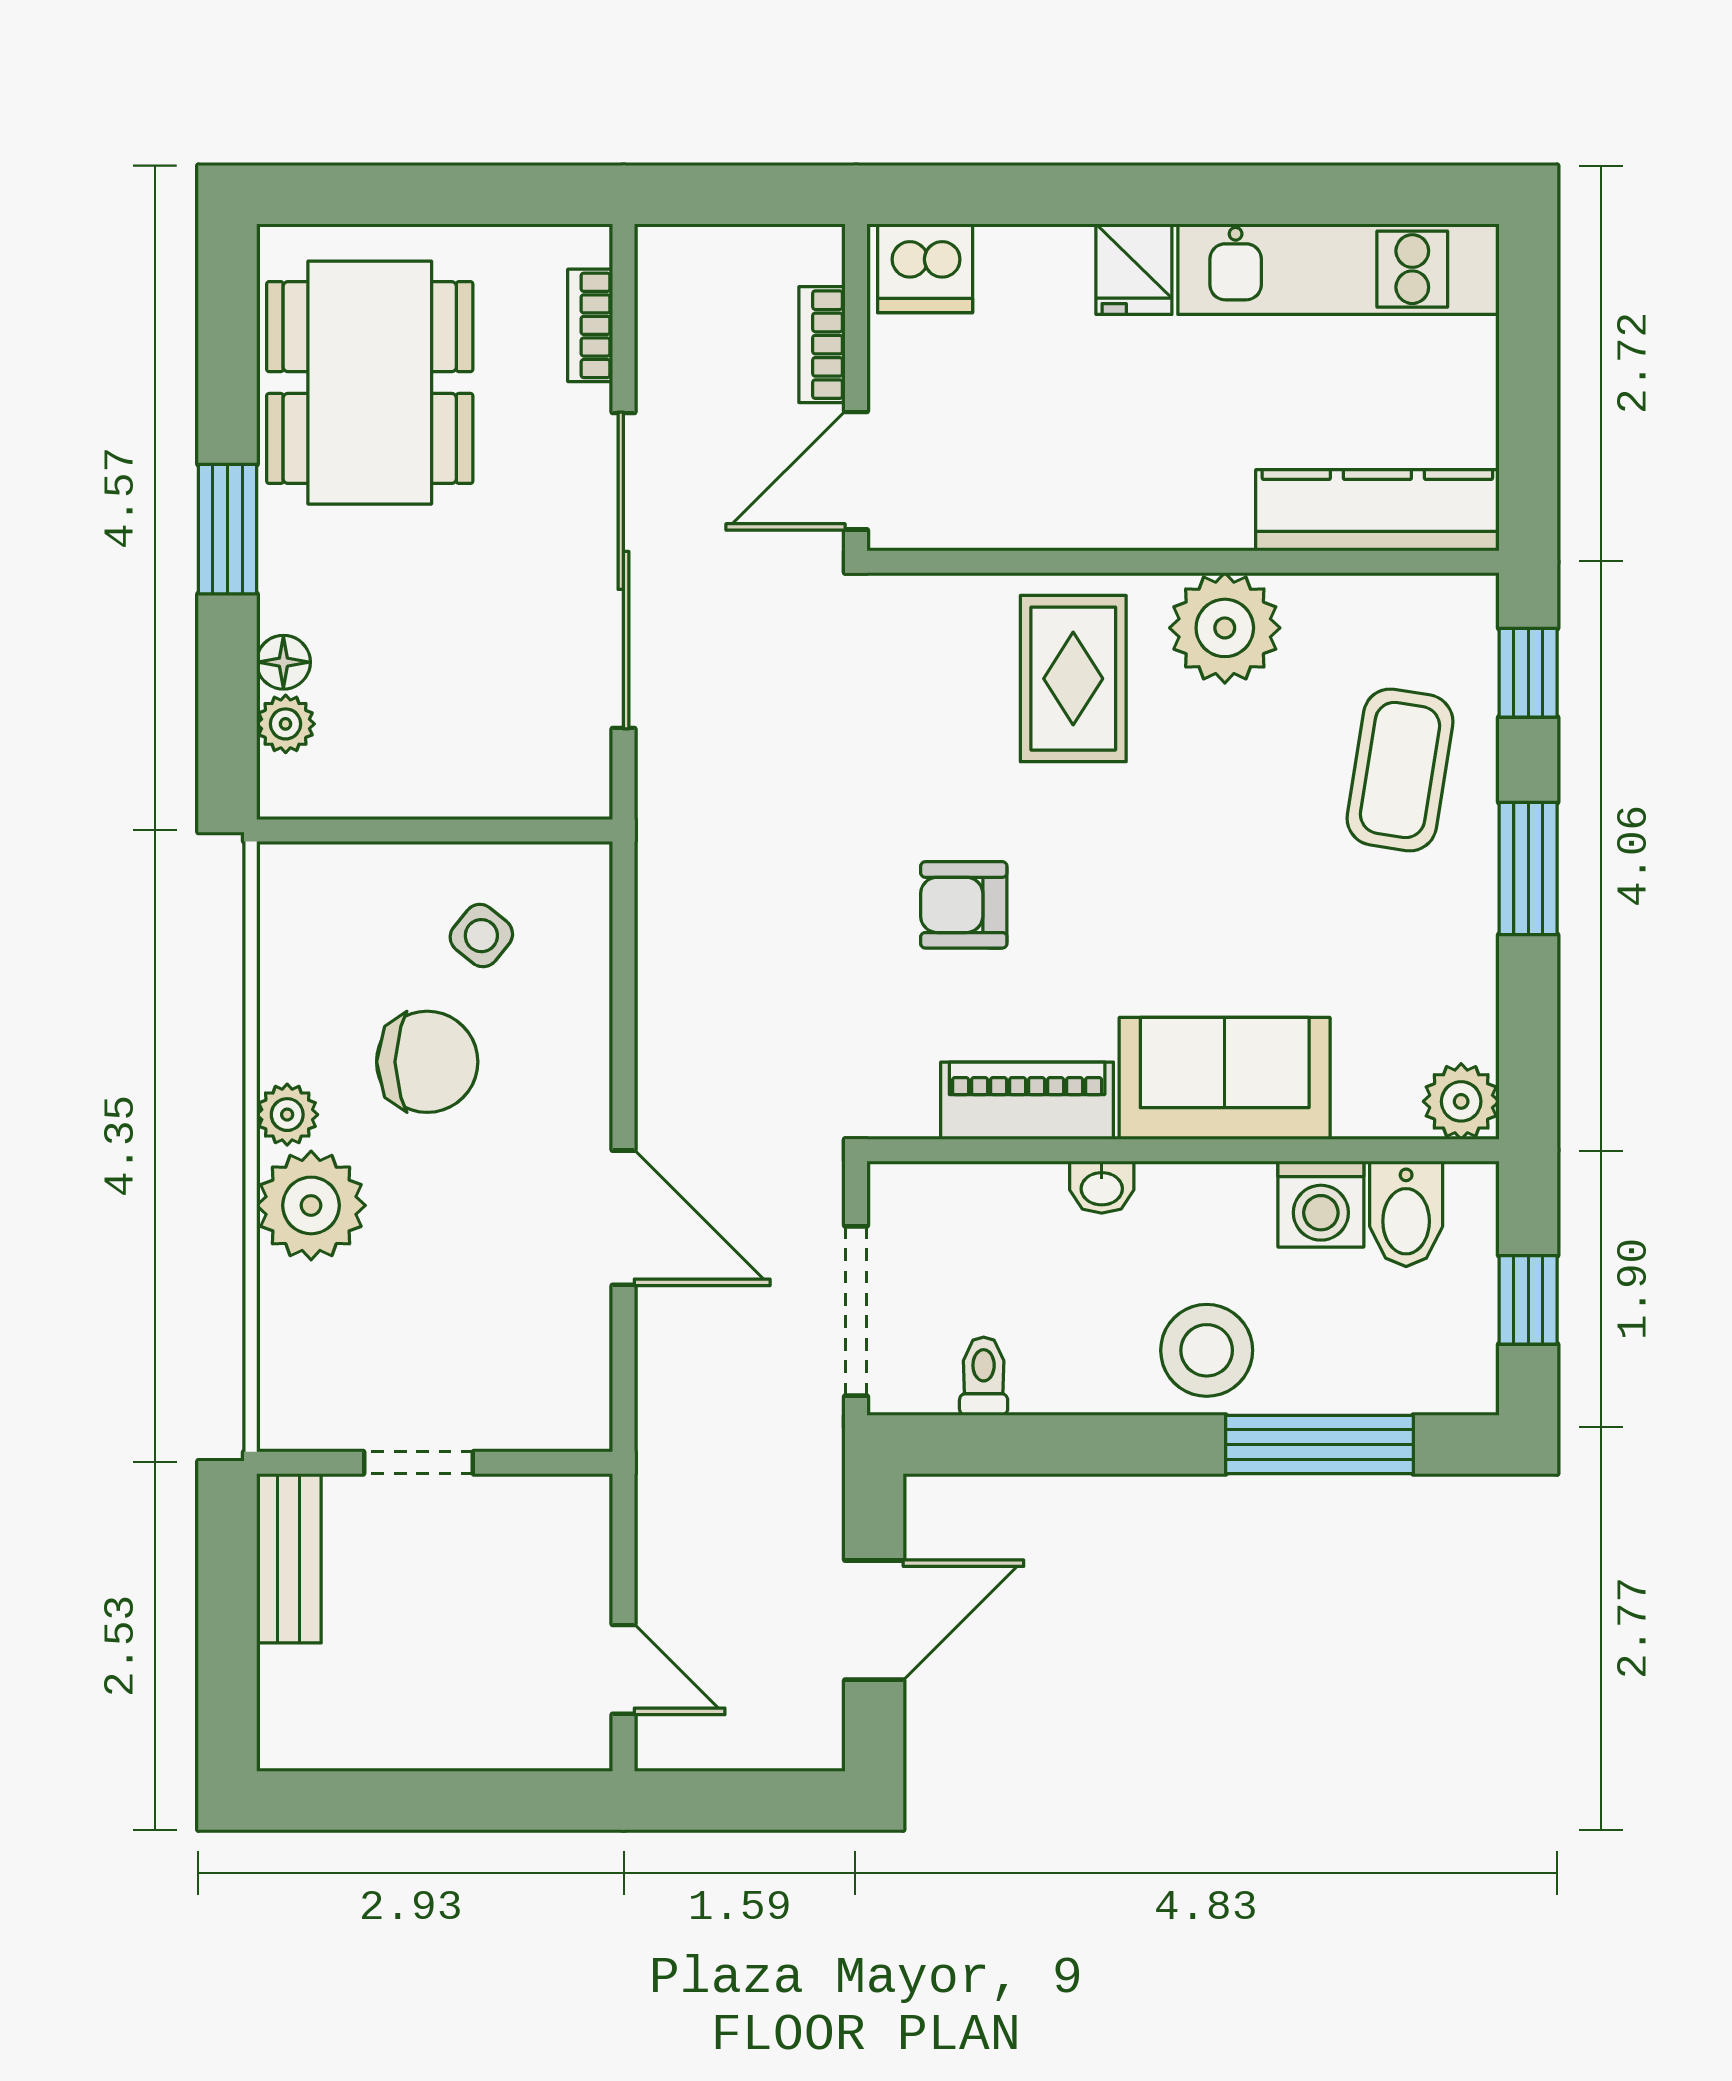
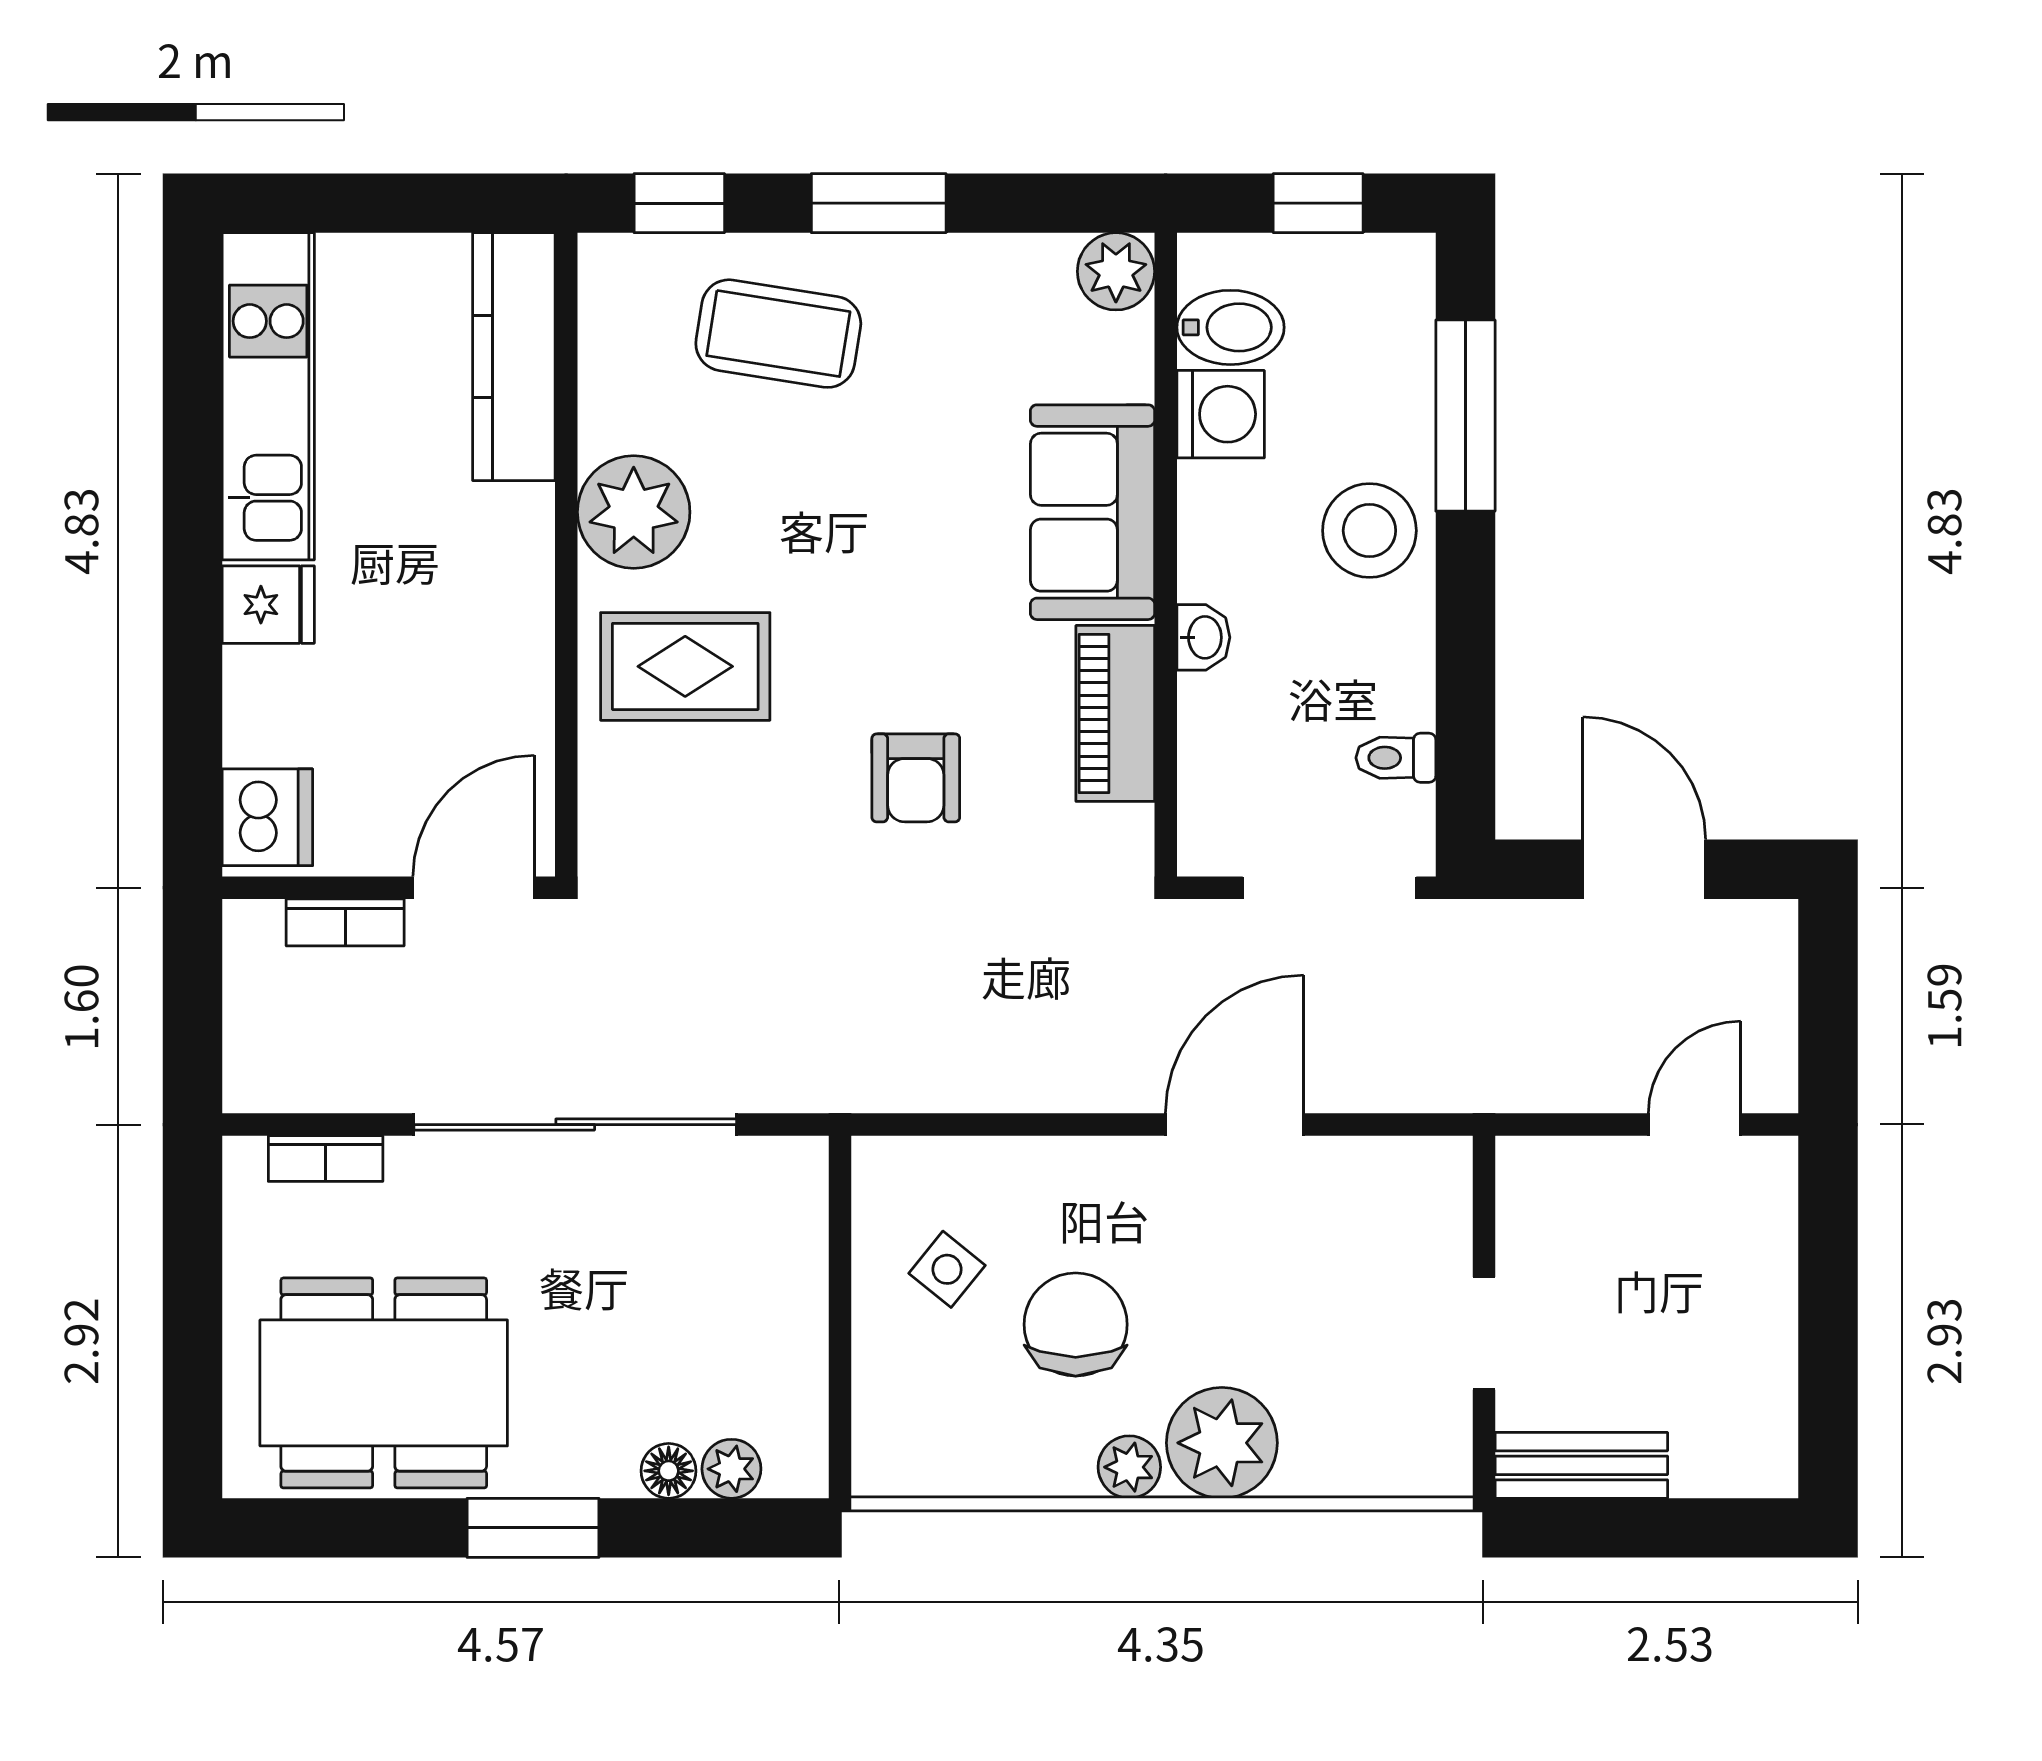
door: (856, 471) -> (474, 888), swing flipped

